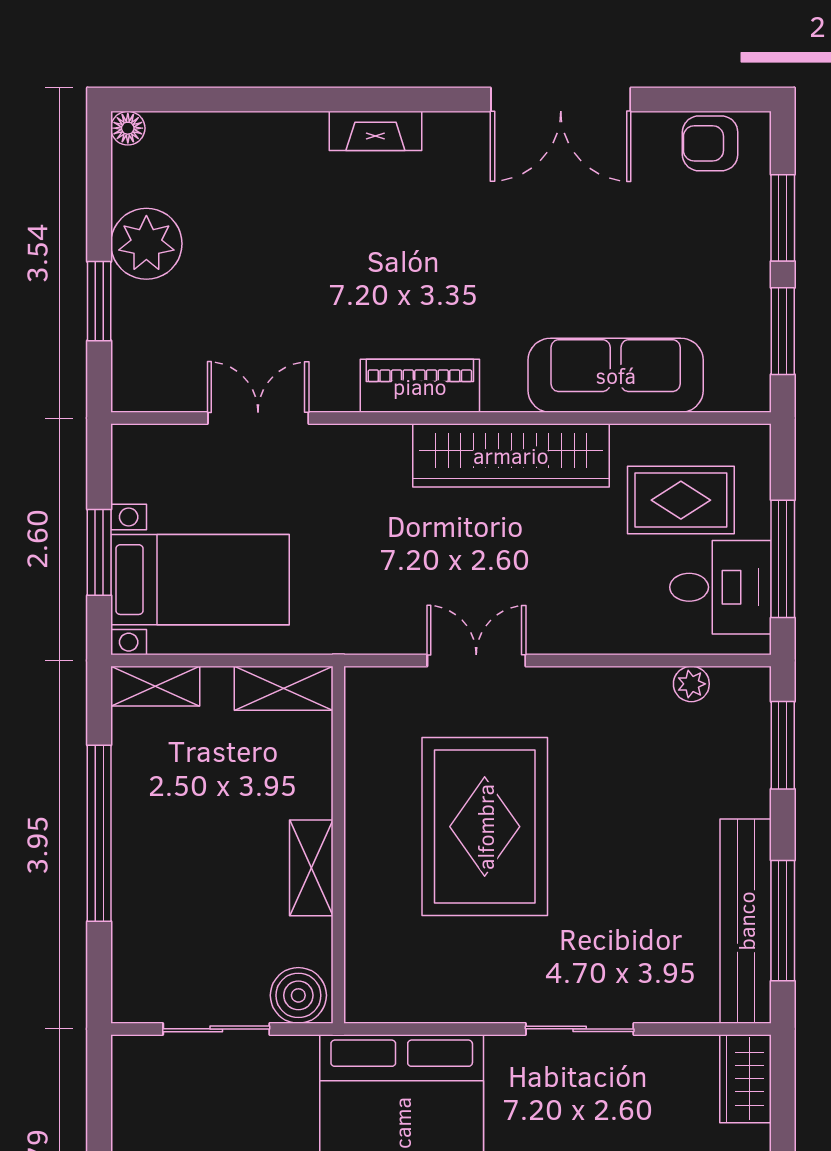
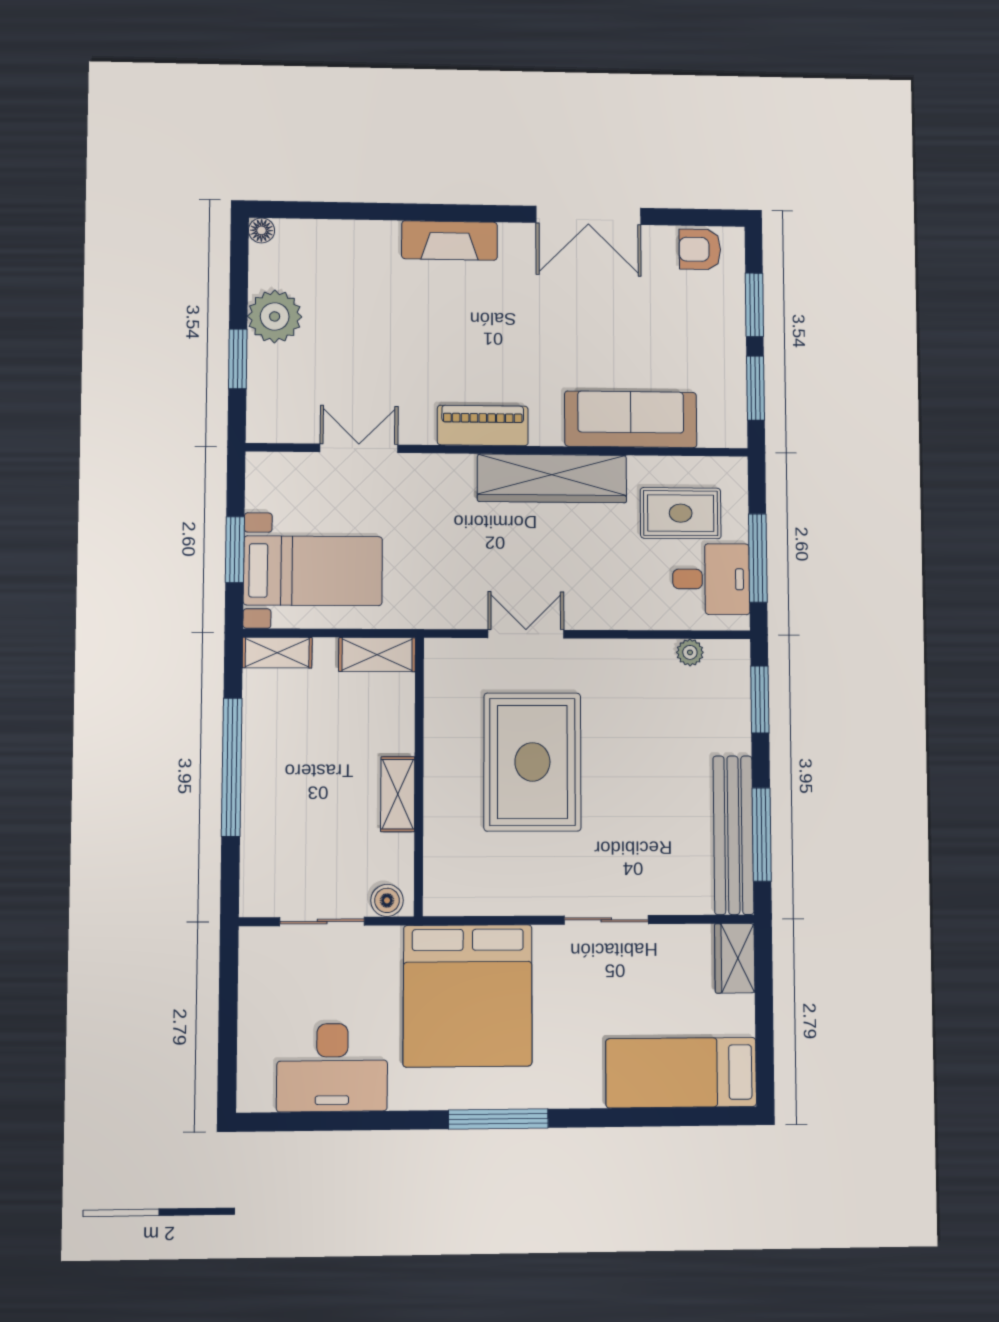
fireplace: (375, 131) -> (449, 240), width x1.37, depth x1.32
boiler: (298, 995) -> (387, 900), width x0.73, depth x0.73

